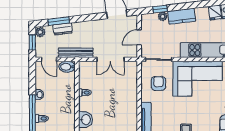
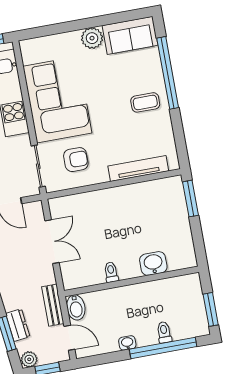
bench: (76, 53) -> (53, 305), width x0.73
door: (49, 59) -> (69, 338), hinge flipped
armchair: (158, 83) -> (76, 160), turned 180

